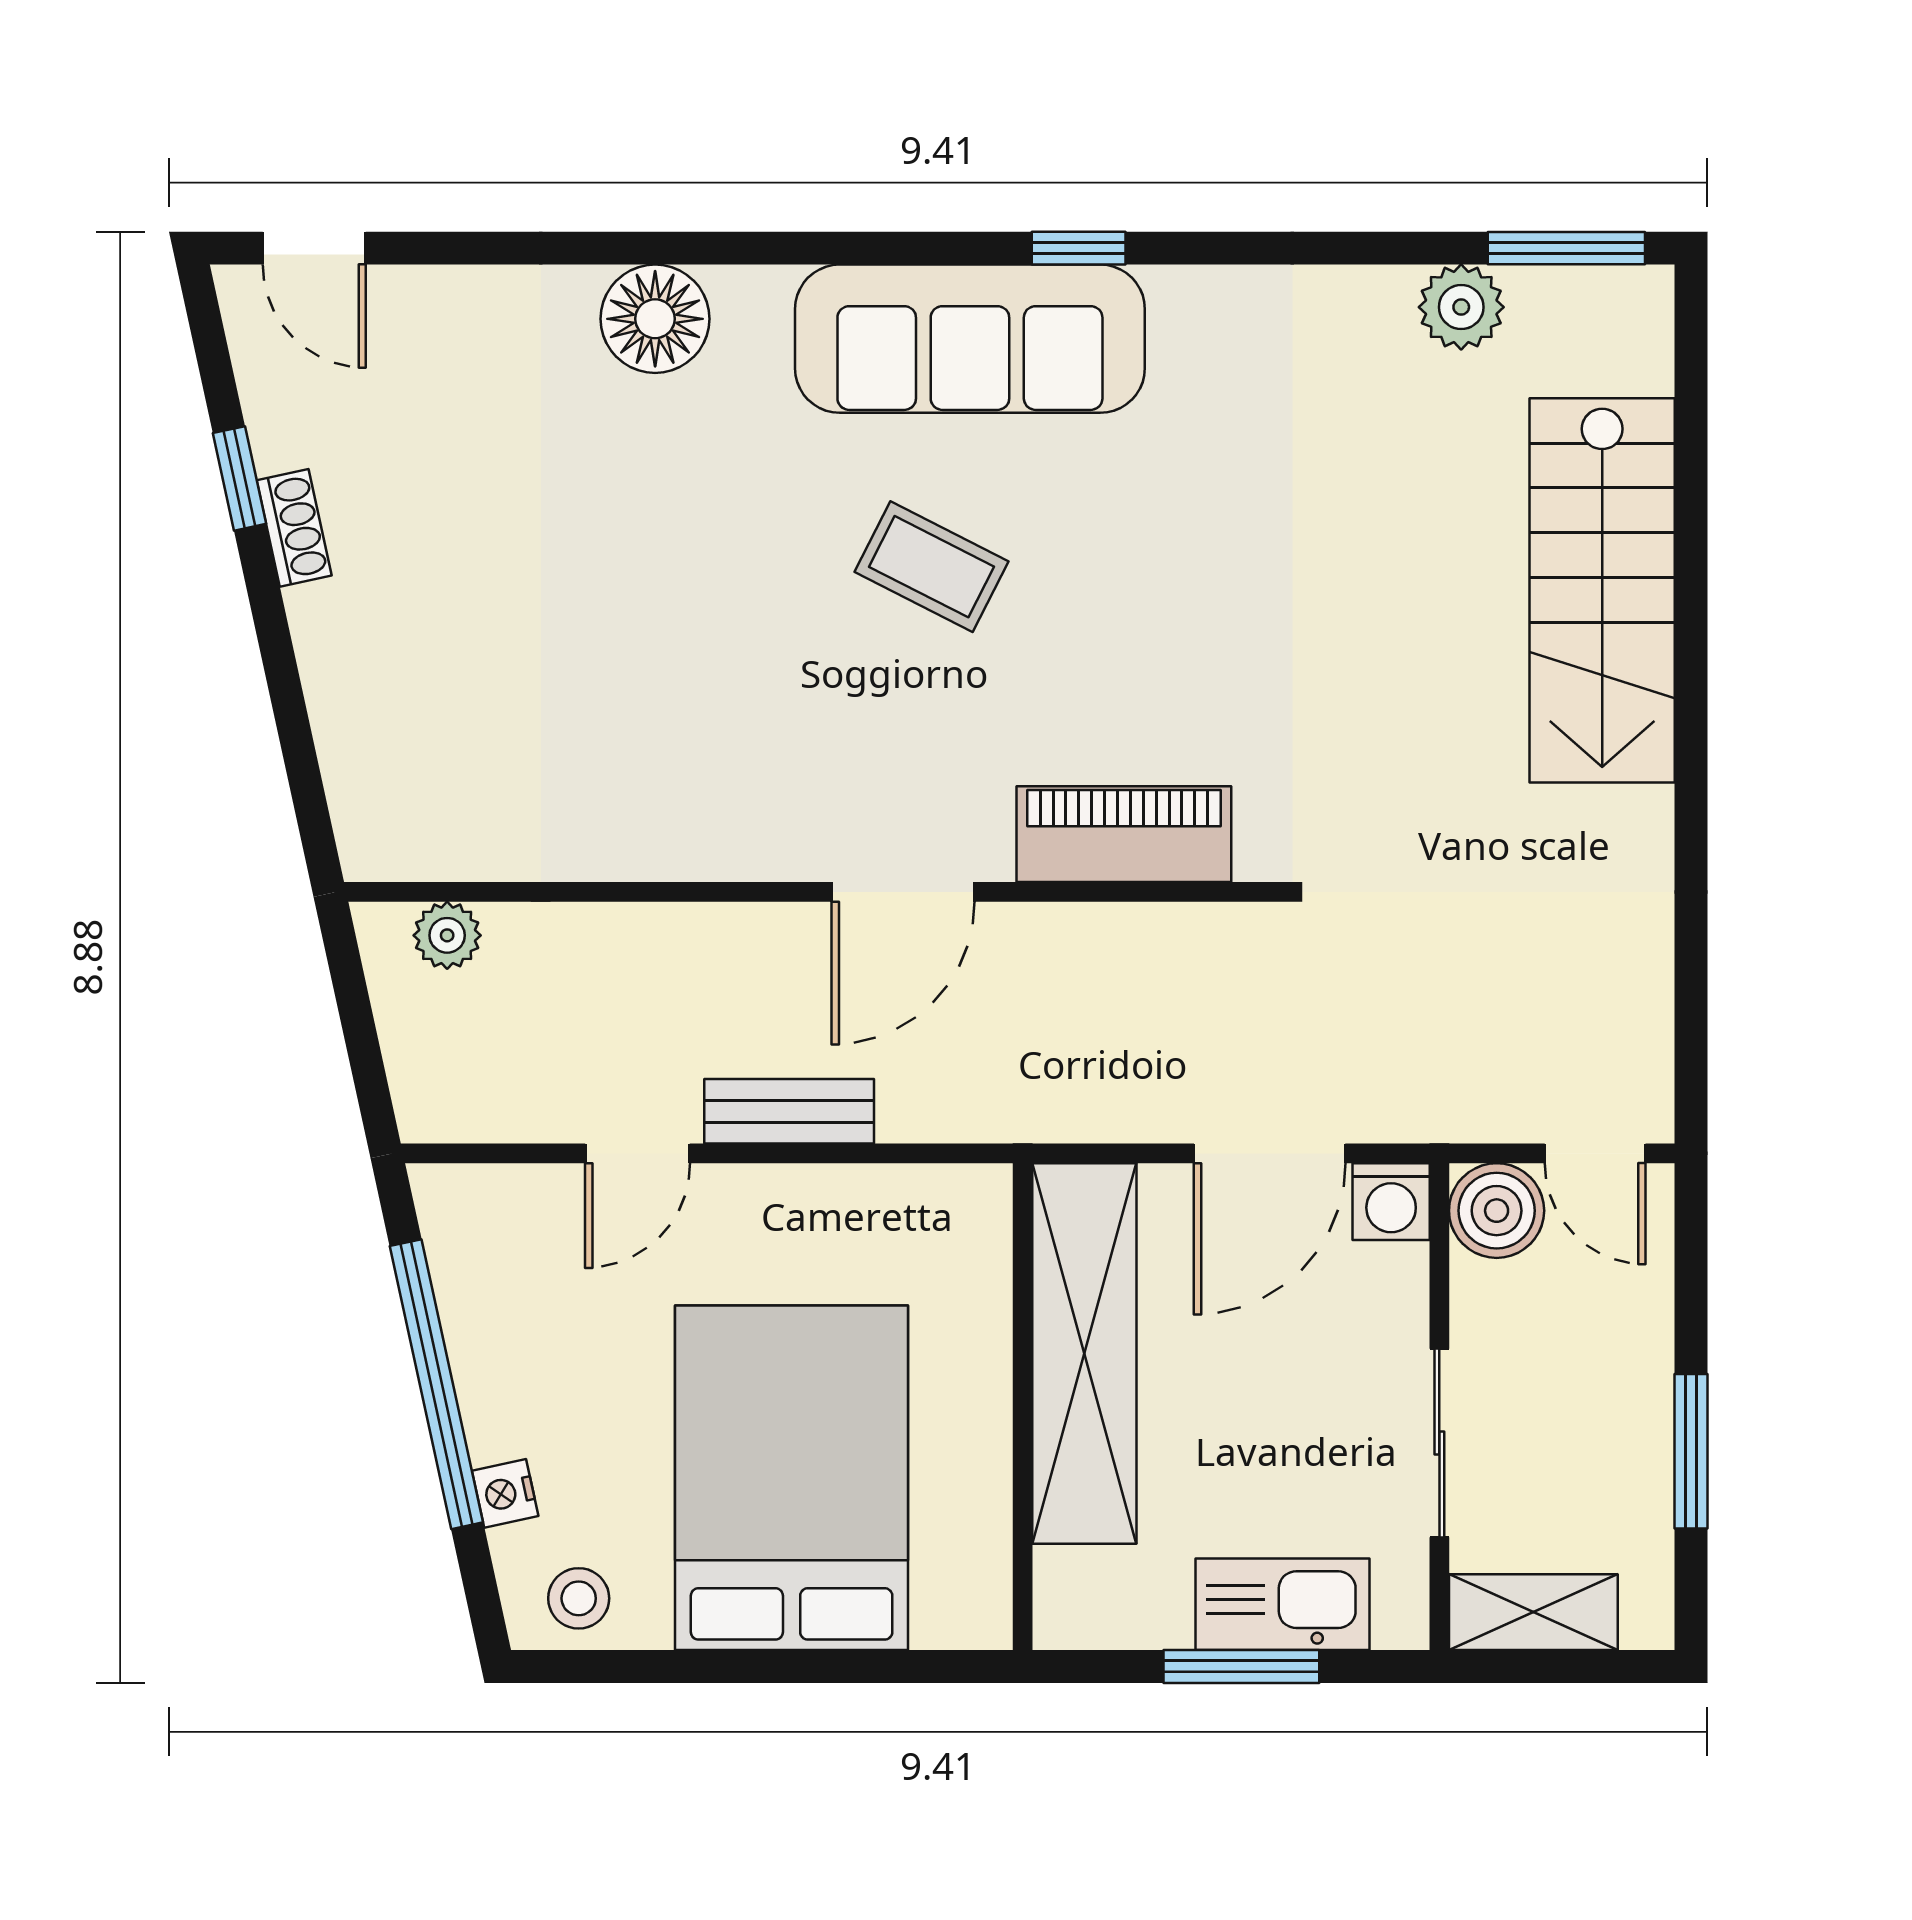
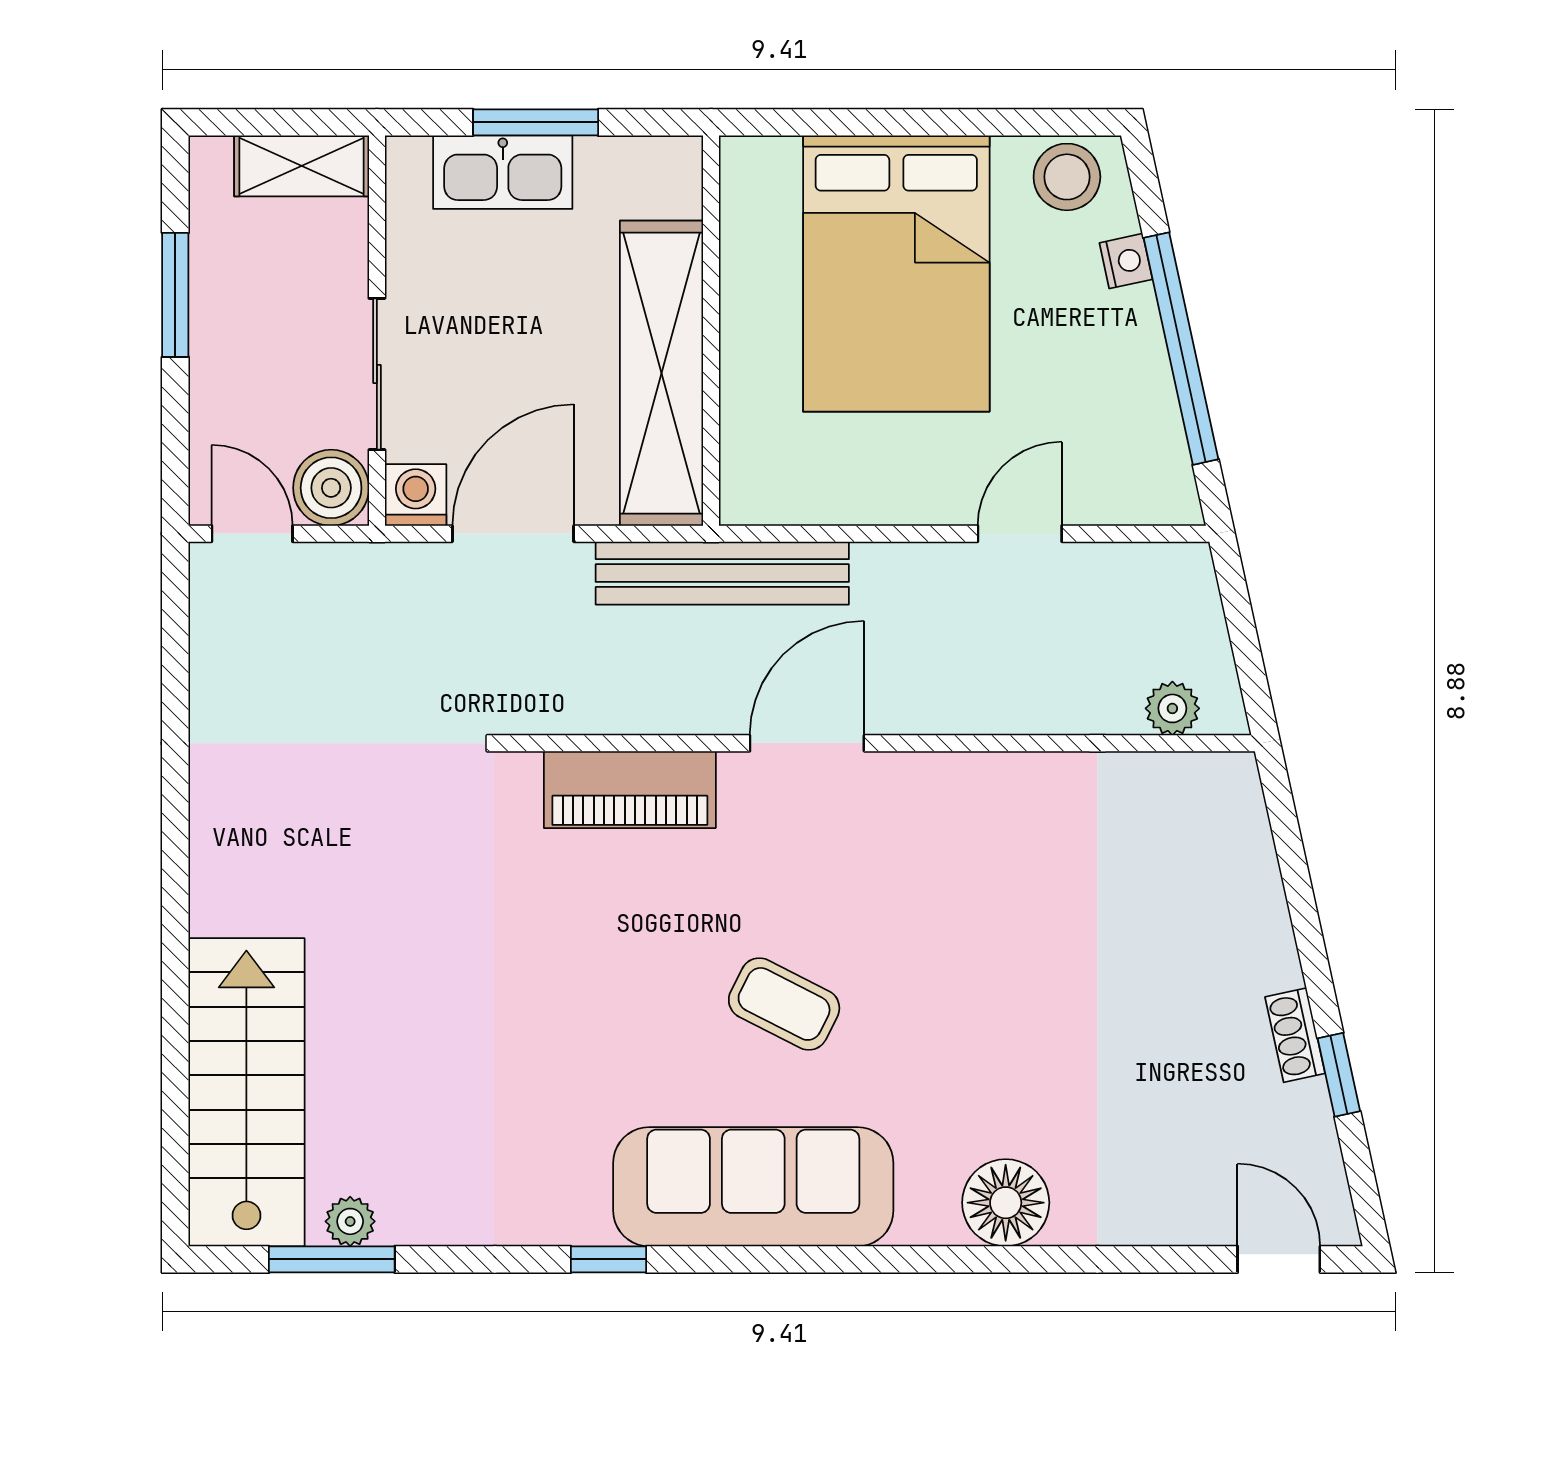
window: (1079, 248) -> (609, 1259), moved
window: (1566, 248) -> (332, 1259), moved
plant: (1461, 307) -> (350, 1221), width x0.73, depth x0.73
stairs: (1602, 590) -> (246, 1092), moved
bench: (789, 1111) -> (722, 573), moved, width x1.86, depth x1.21
sliding door: (1439, 1443) -> (377, 374), moved
stool: (579, 1598) -> (1067, 177), width x1.37, depth x1.37

